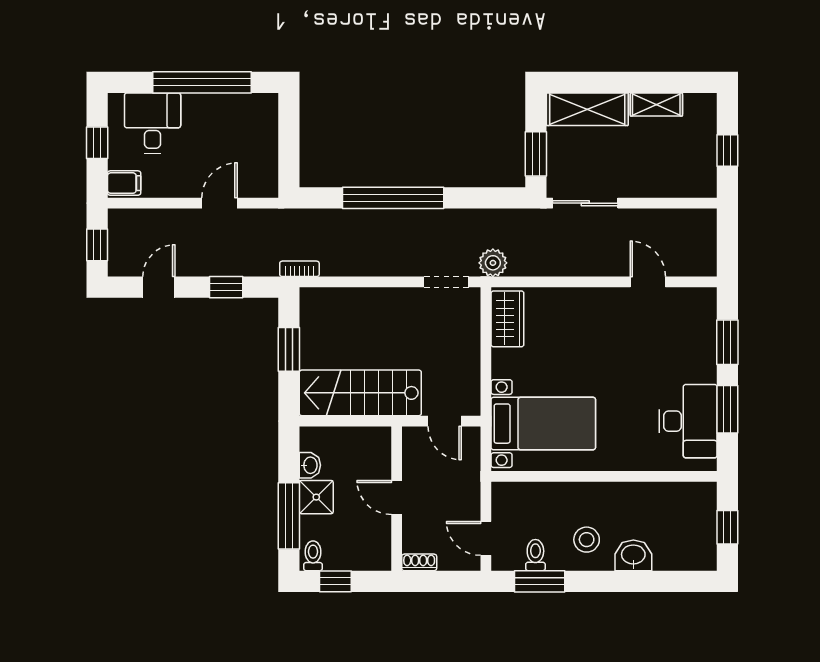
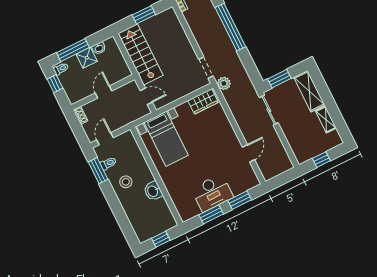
door: (445, 421) -> (146, 96), swing flipped
desk: (688, 421) -> (212, 193), moved
washbasin: (633, 555) -> (153, 191), moved, turned 180

